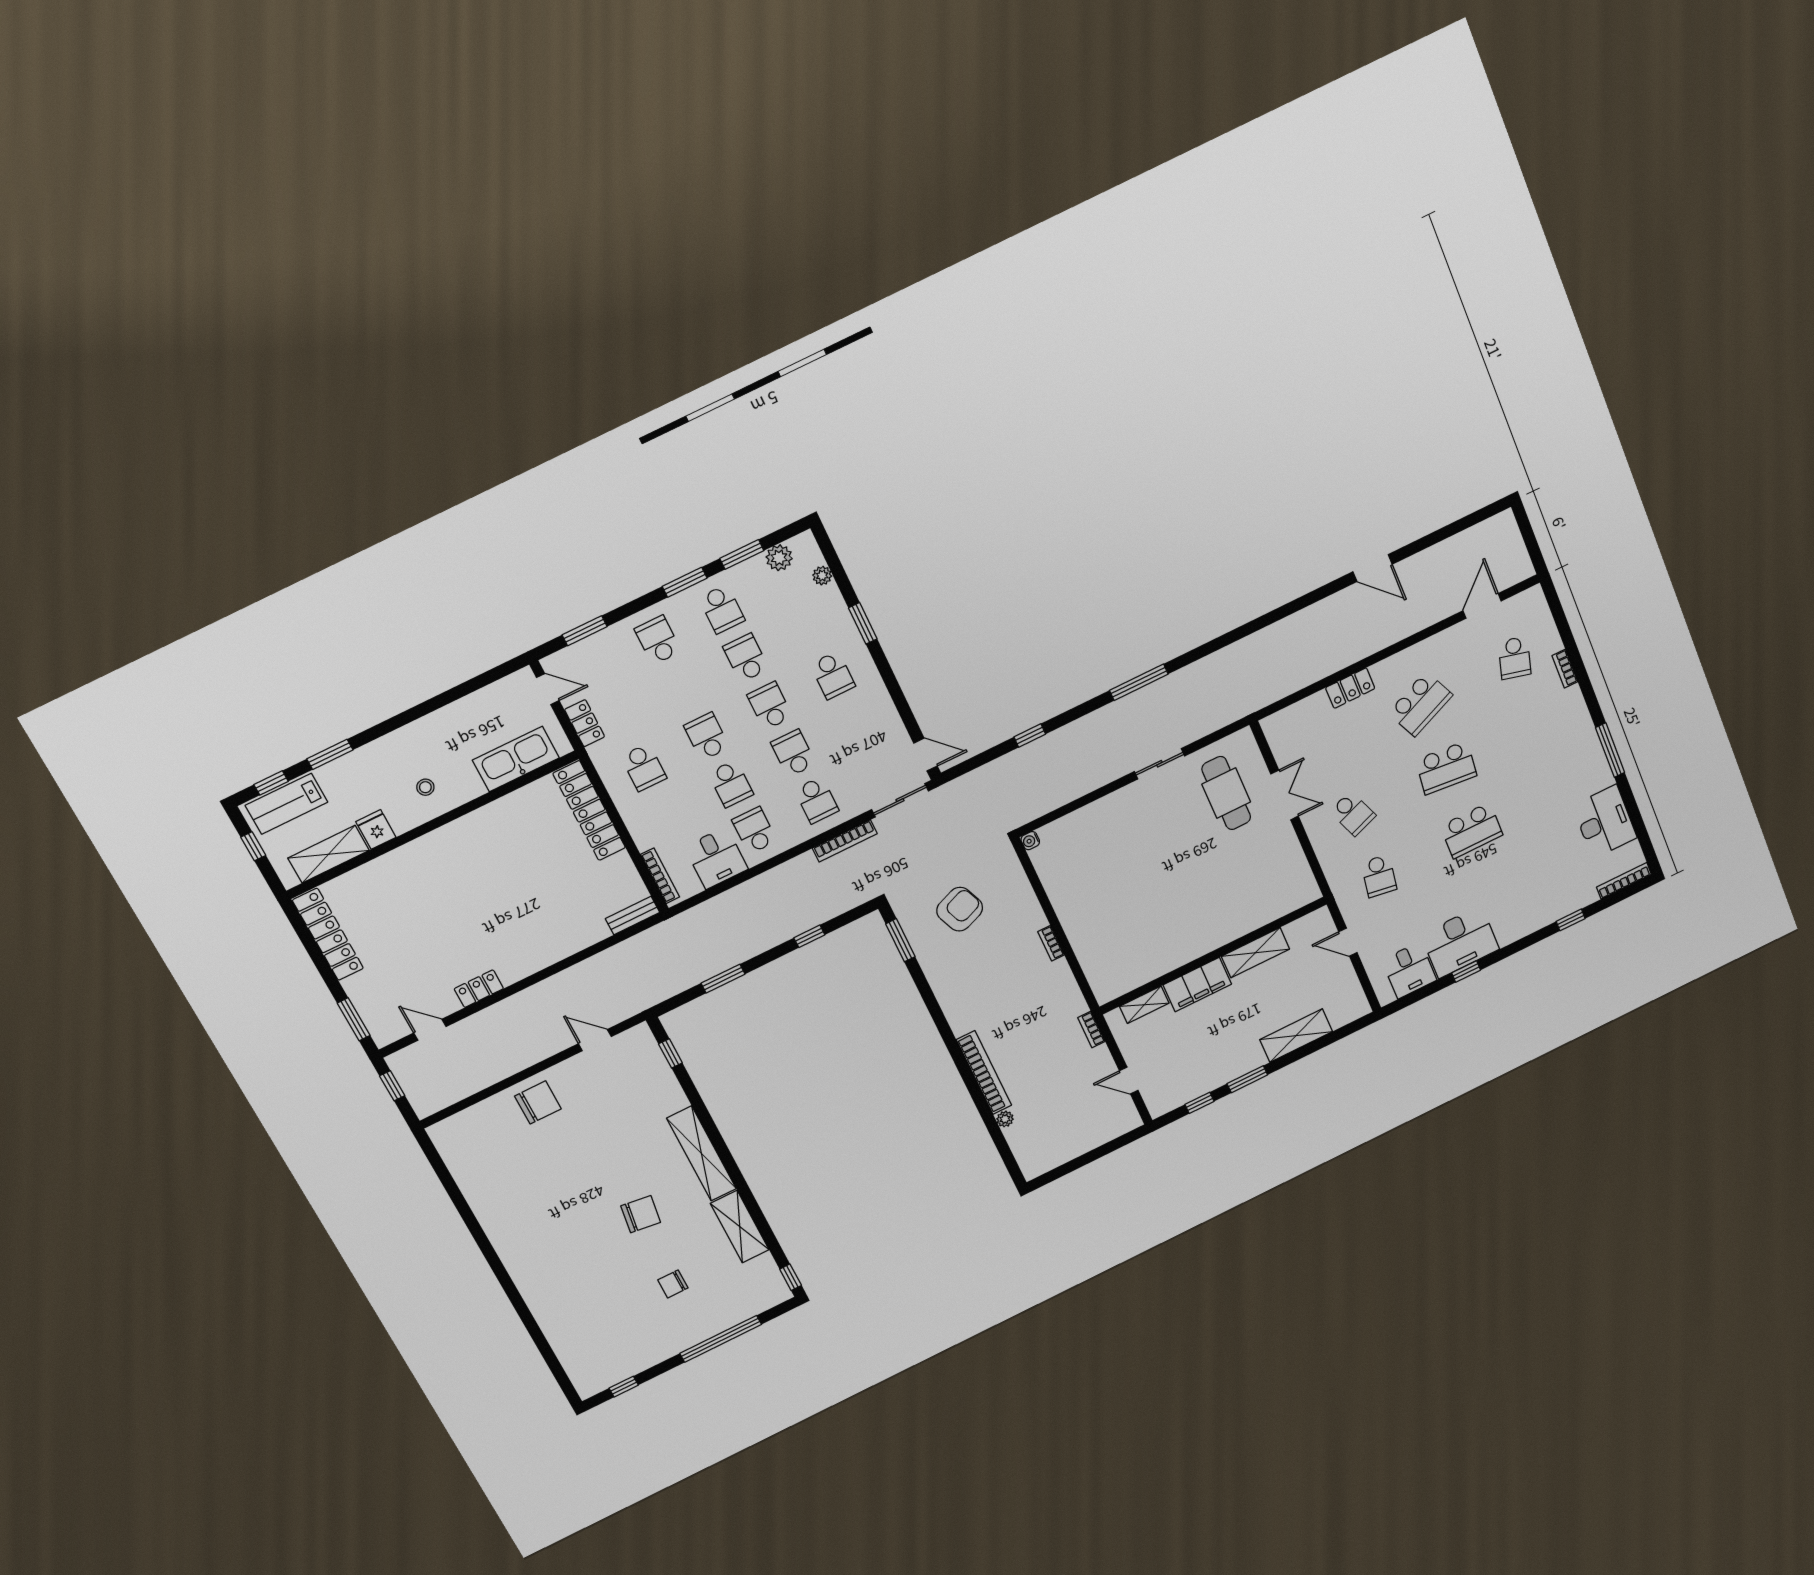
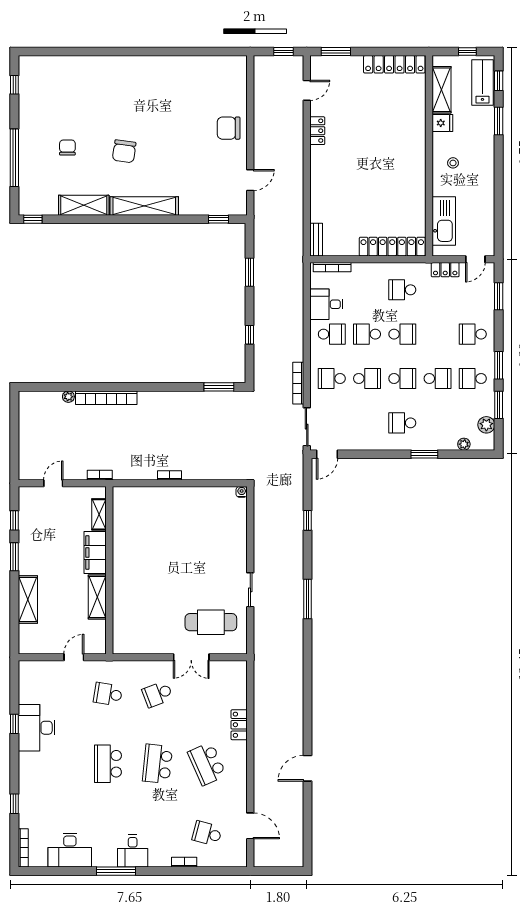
school desk: (658, 640) -> (473, 334), turned 180
armchair: (960, 909) -> (220, 431), removed
desk: (1409, 970) -> (133, 851), moved, turned -90
chair: (538, 1102) -> (229, 128), turned 90

